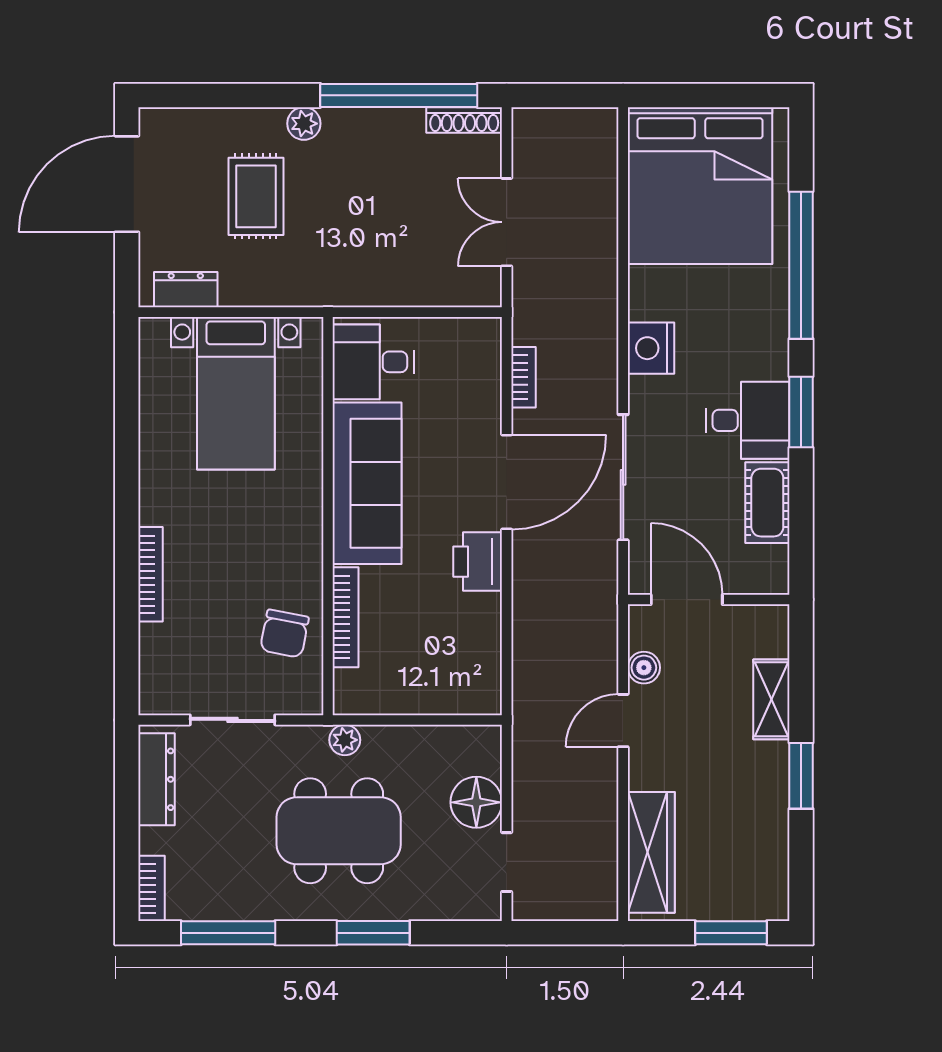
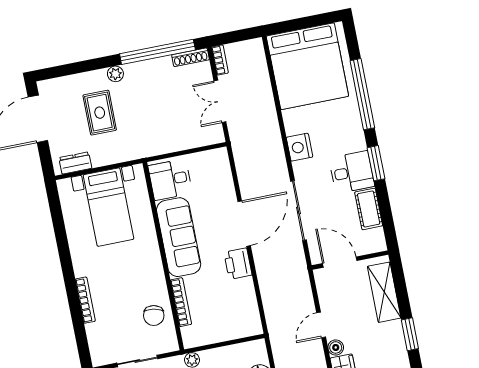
bookcase: (523, 377) -> (220, 60), moved
boiler: (644, 668) -> (336, 347), moved
shelving: (771, 699) -> (384, 292), width x1.50, depth x1.33

